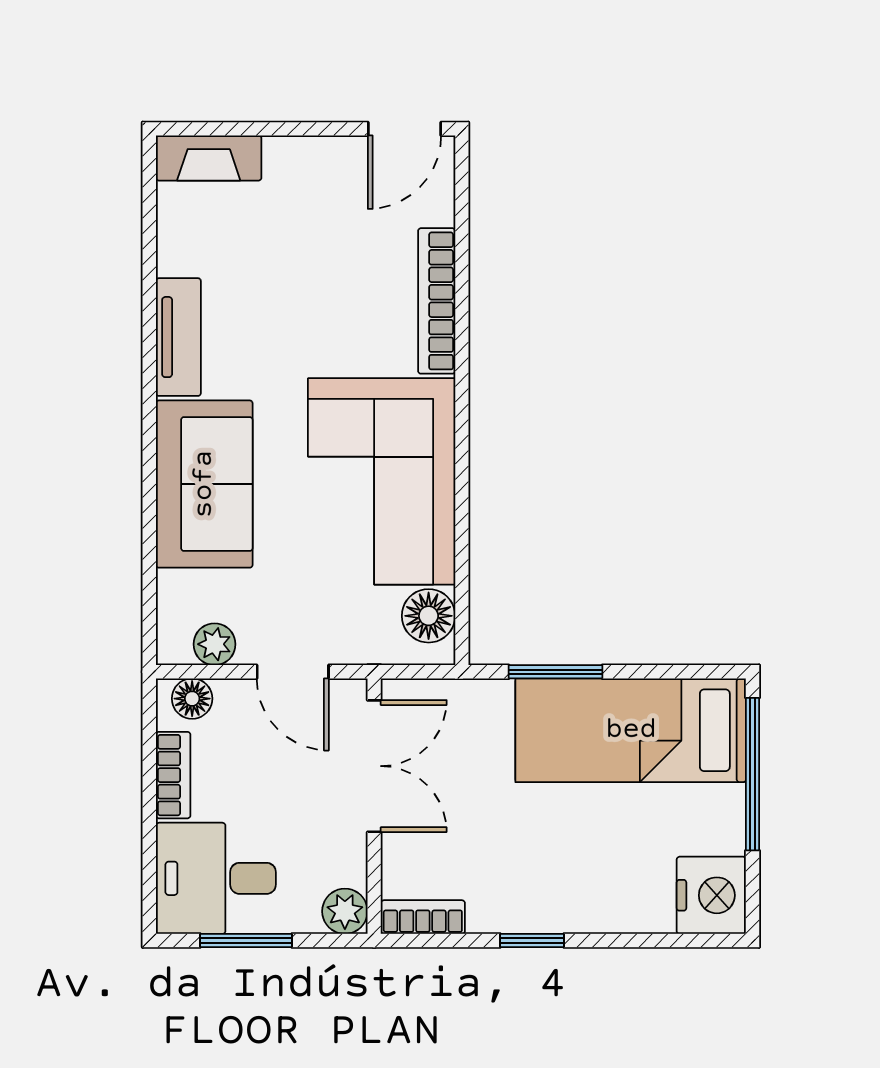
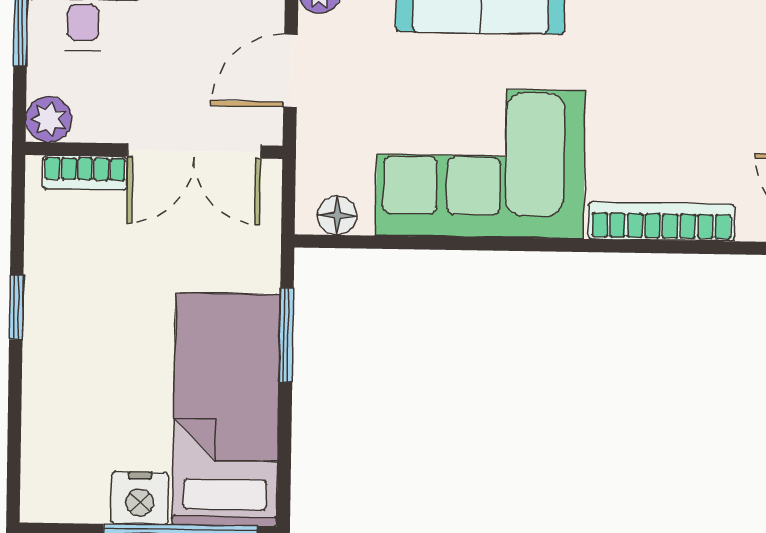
floor lamp: (429, 616) -> (337, 215), width x0.73, depth x0.73
nightstand: (711, 895) -> (140, 498), moved, width x0.74, depth x0.75
bookcase: (423, 917) -> (85, 173), moved, turned 90

